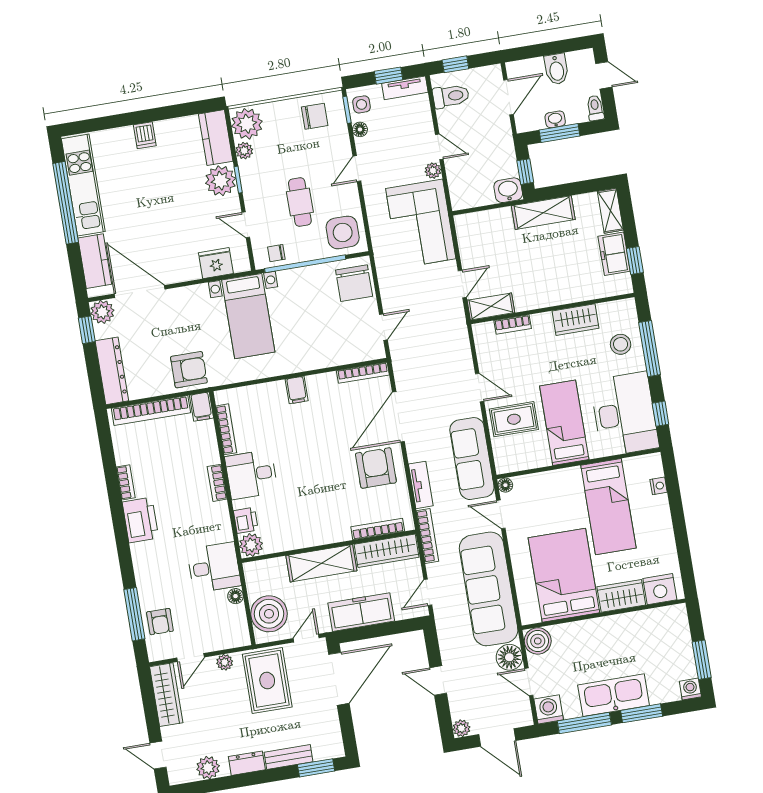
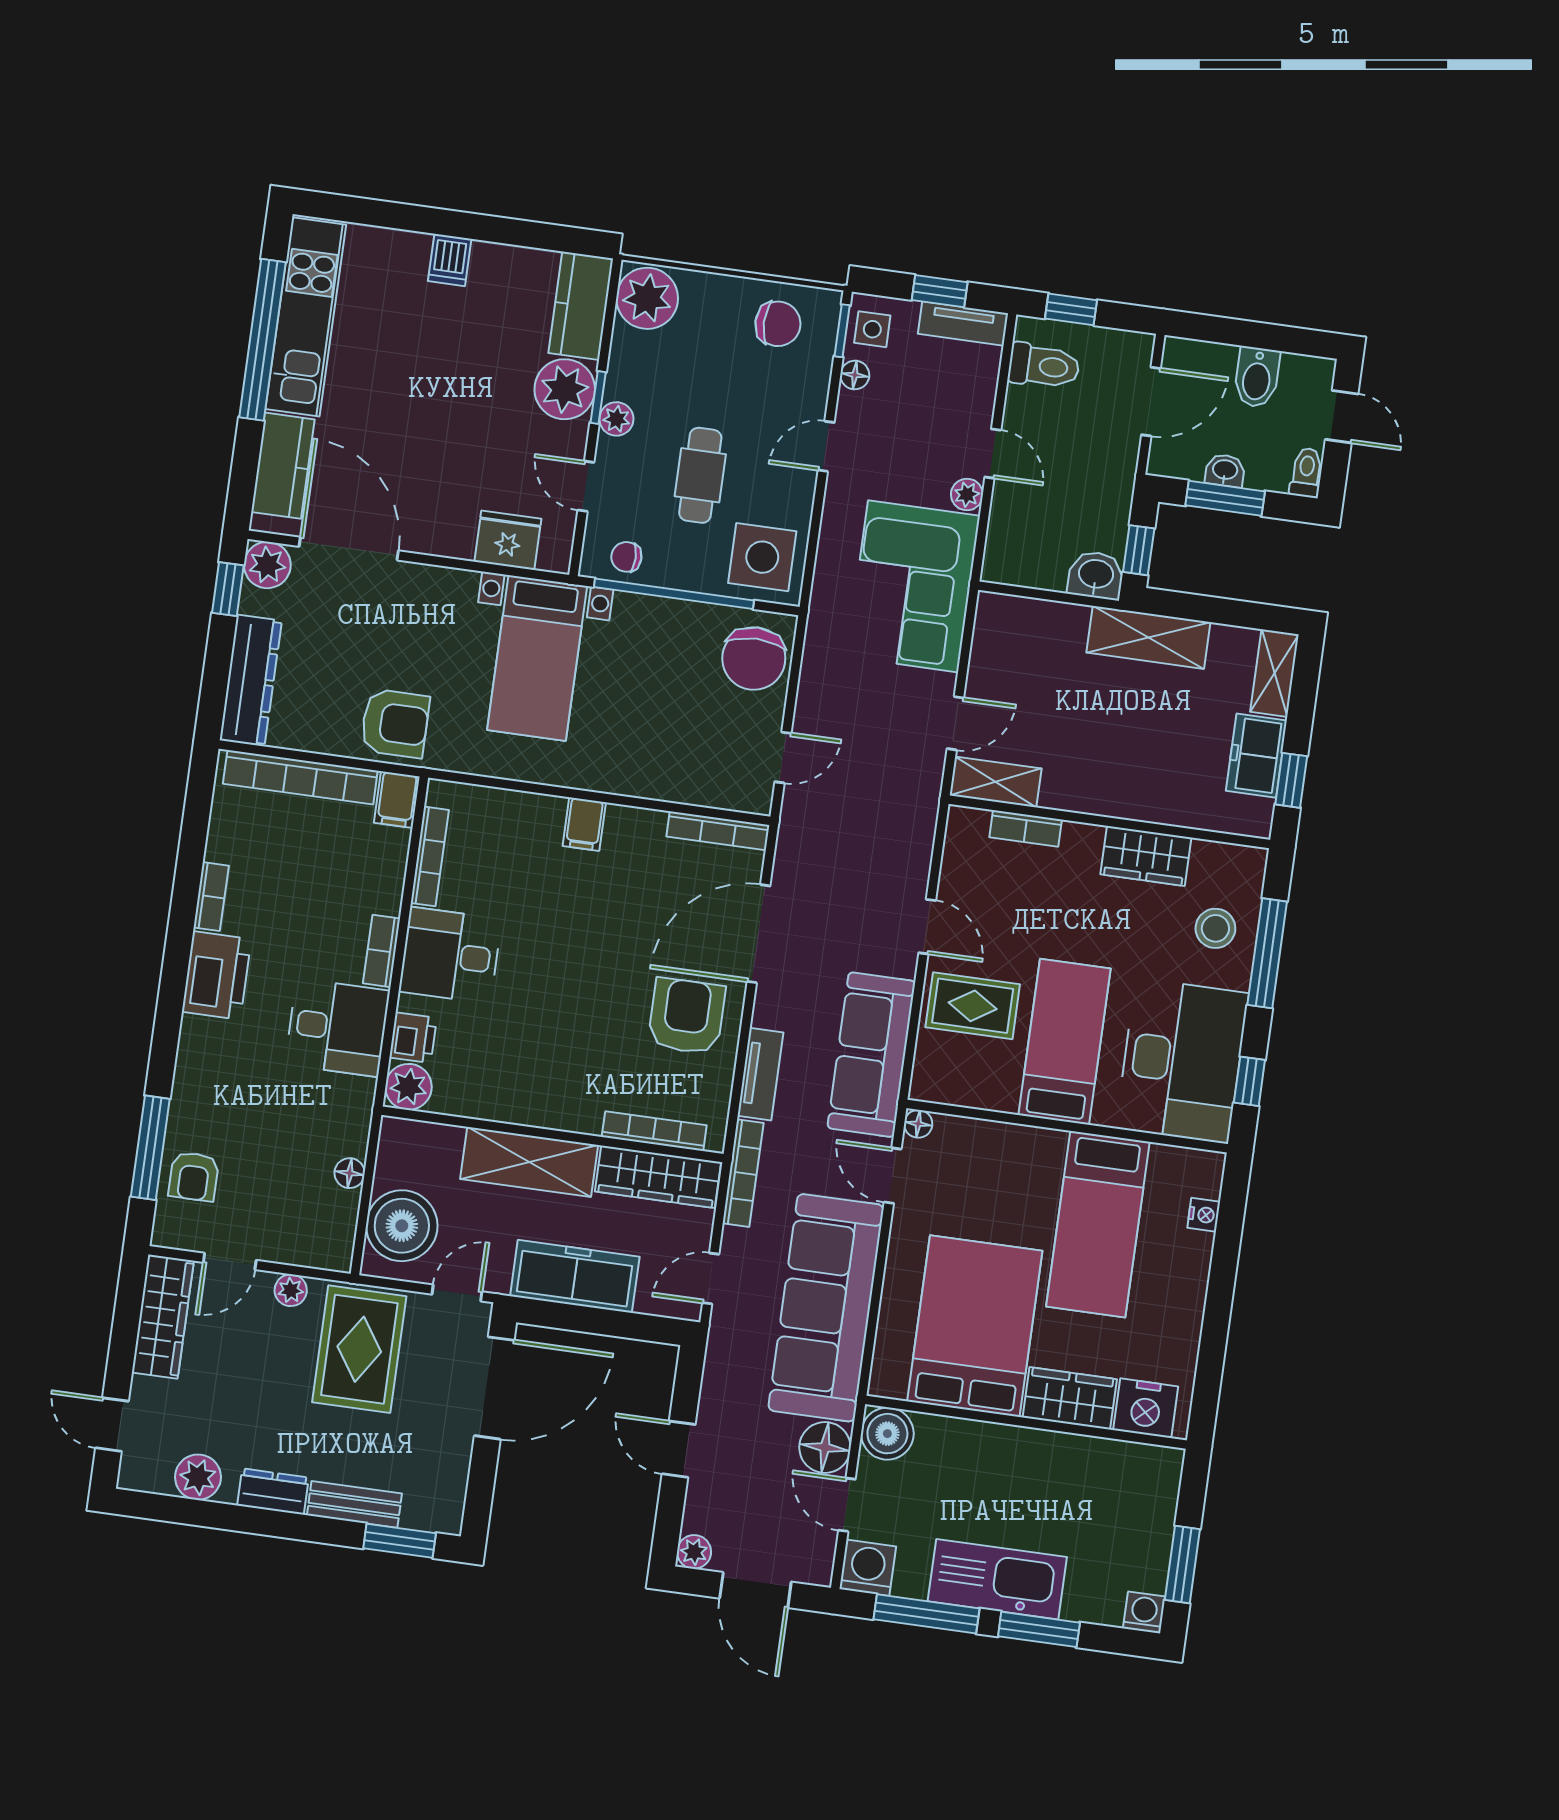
plant: (244, 151) -> (616, 419), moved
desk: (214, 567) -> (337, 1028), moved

